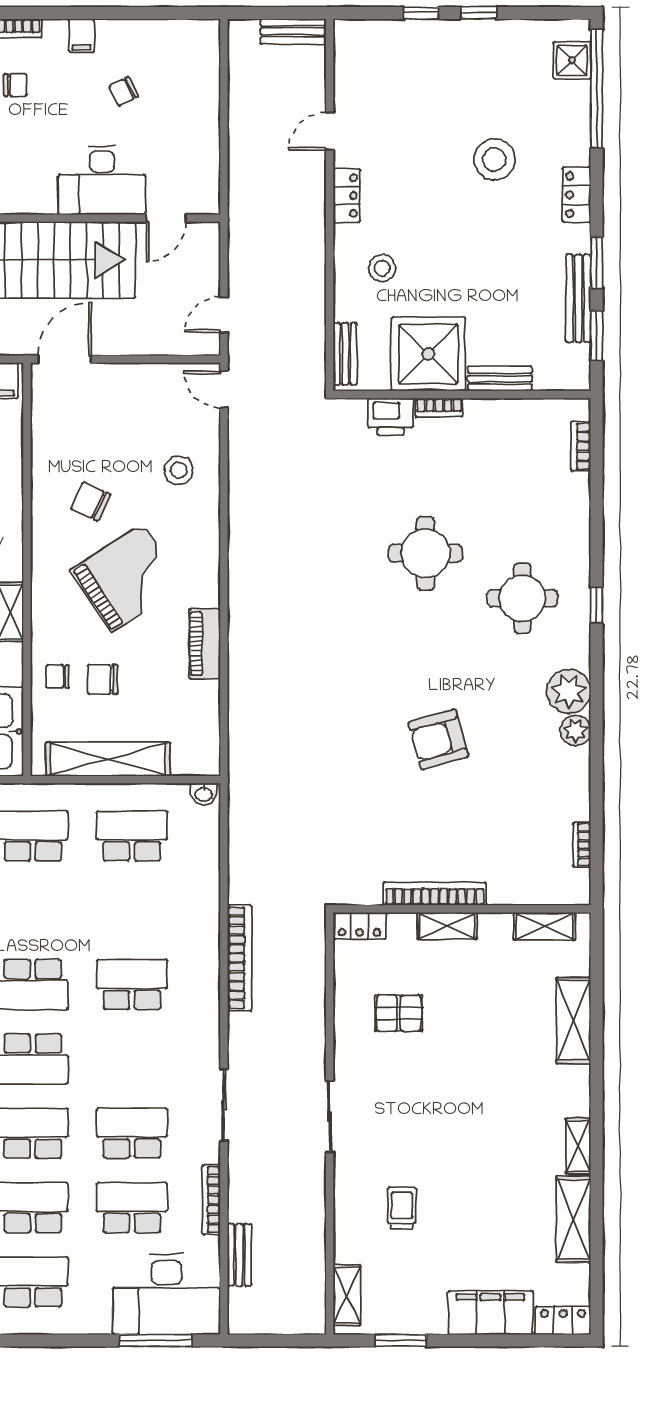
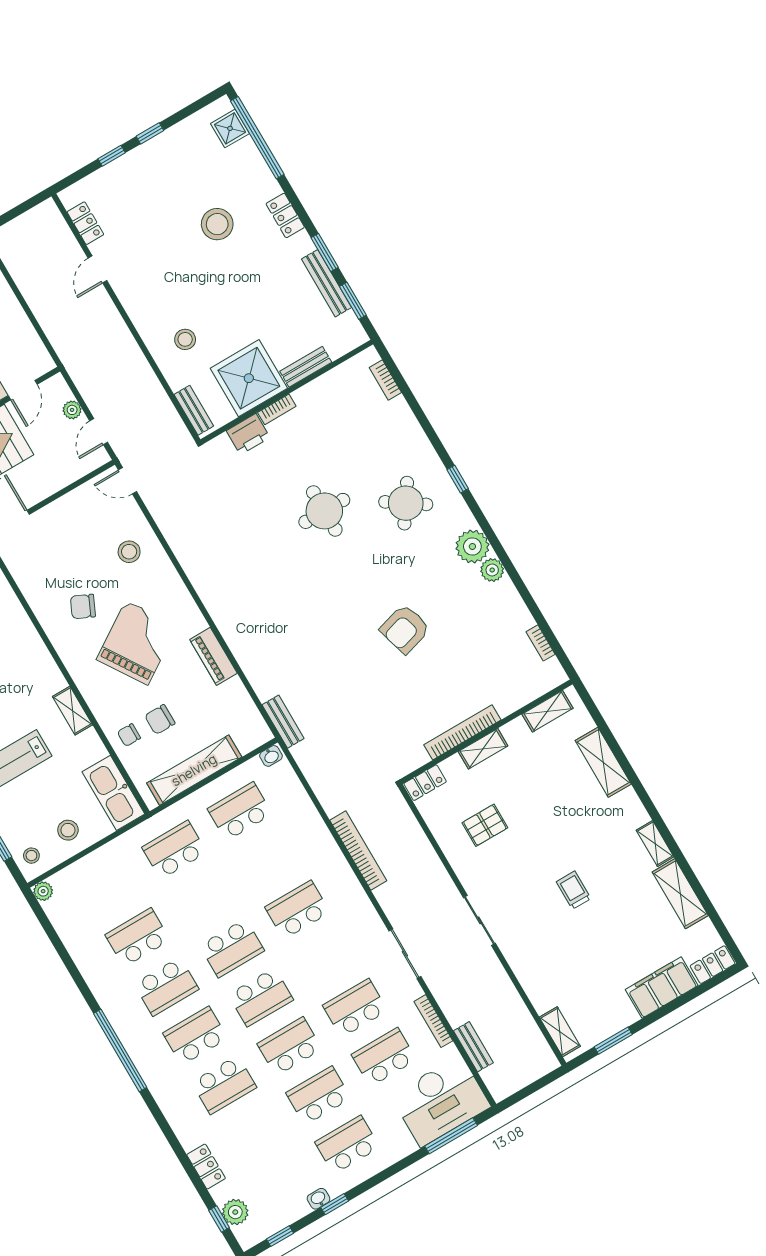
bench: (293, 31) -> (283, 722), moved, turned 90
locker: (347, 196) -> (85, 223), moved
plant: (208, 273) -> (72, 410), added
round table: (522, 598) -> (406, 503), turned 34
trolley: (402, 1208) -> (574, 890), moved

